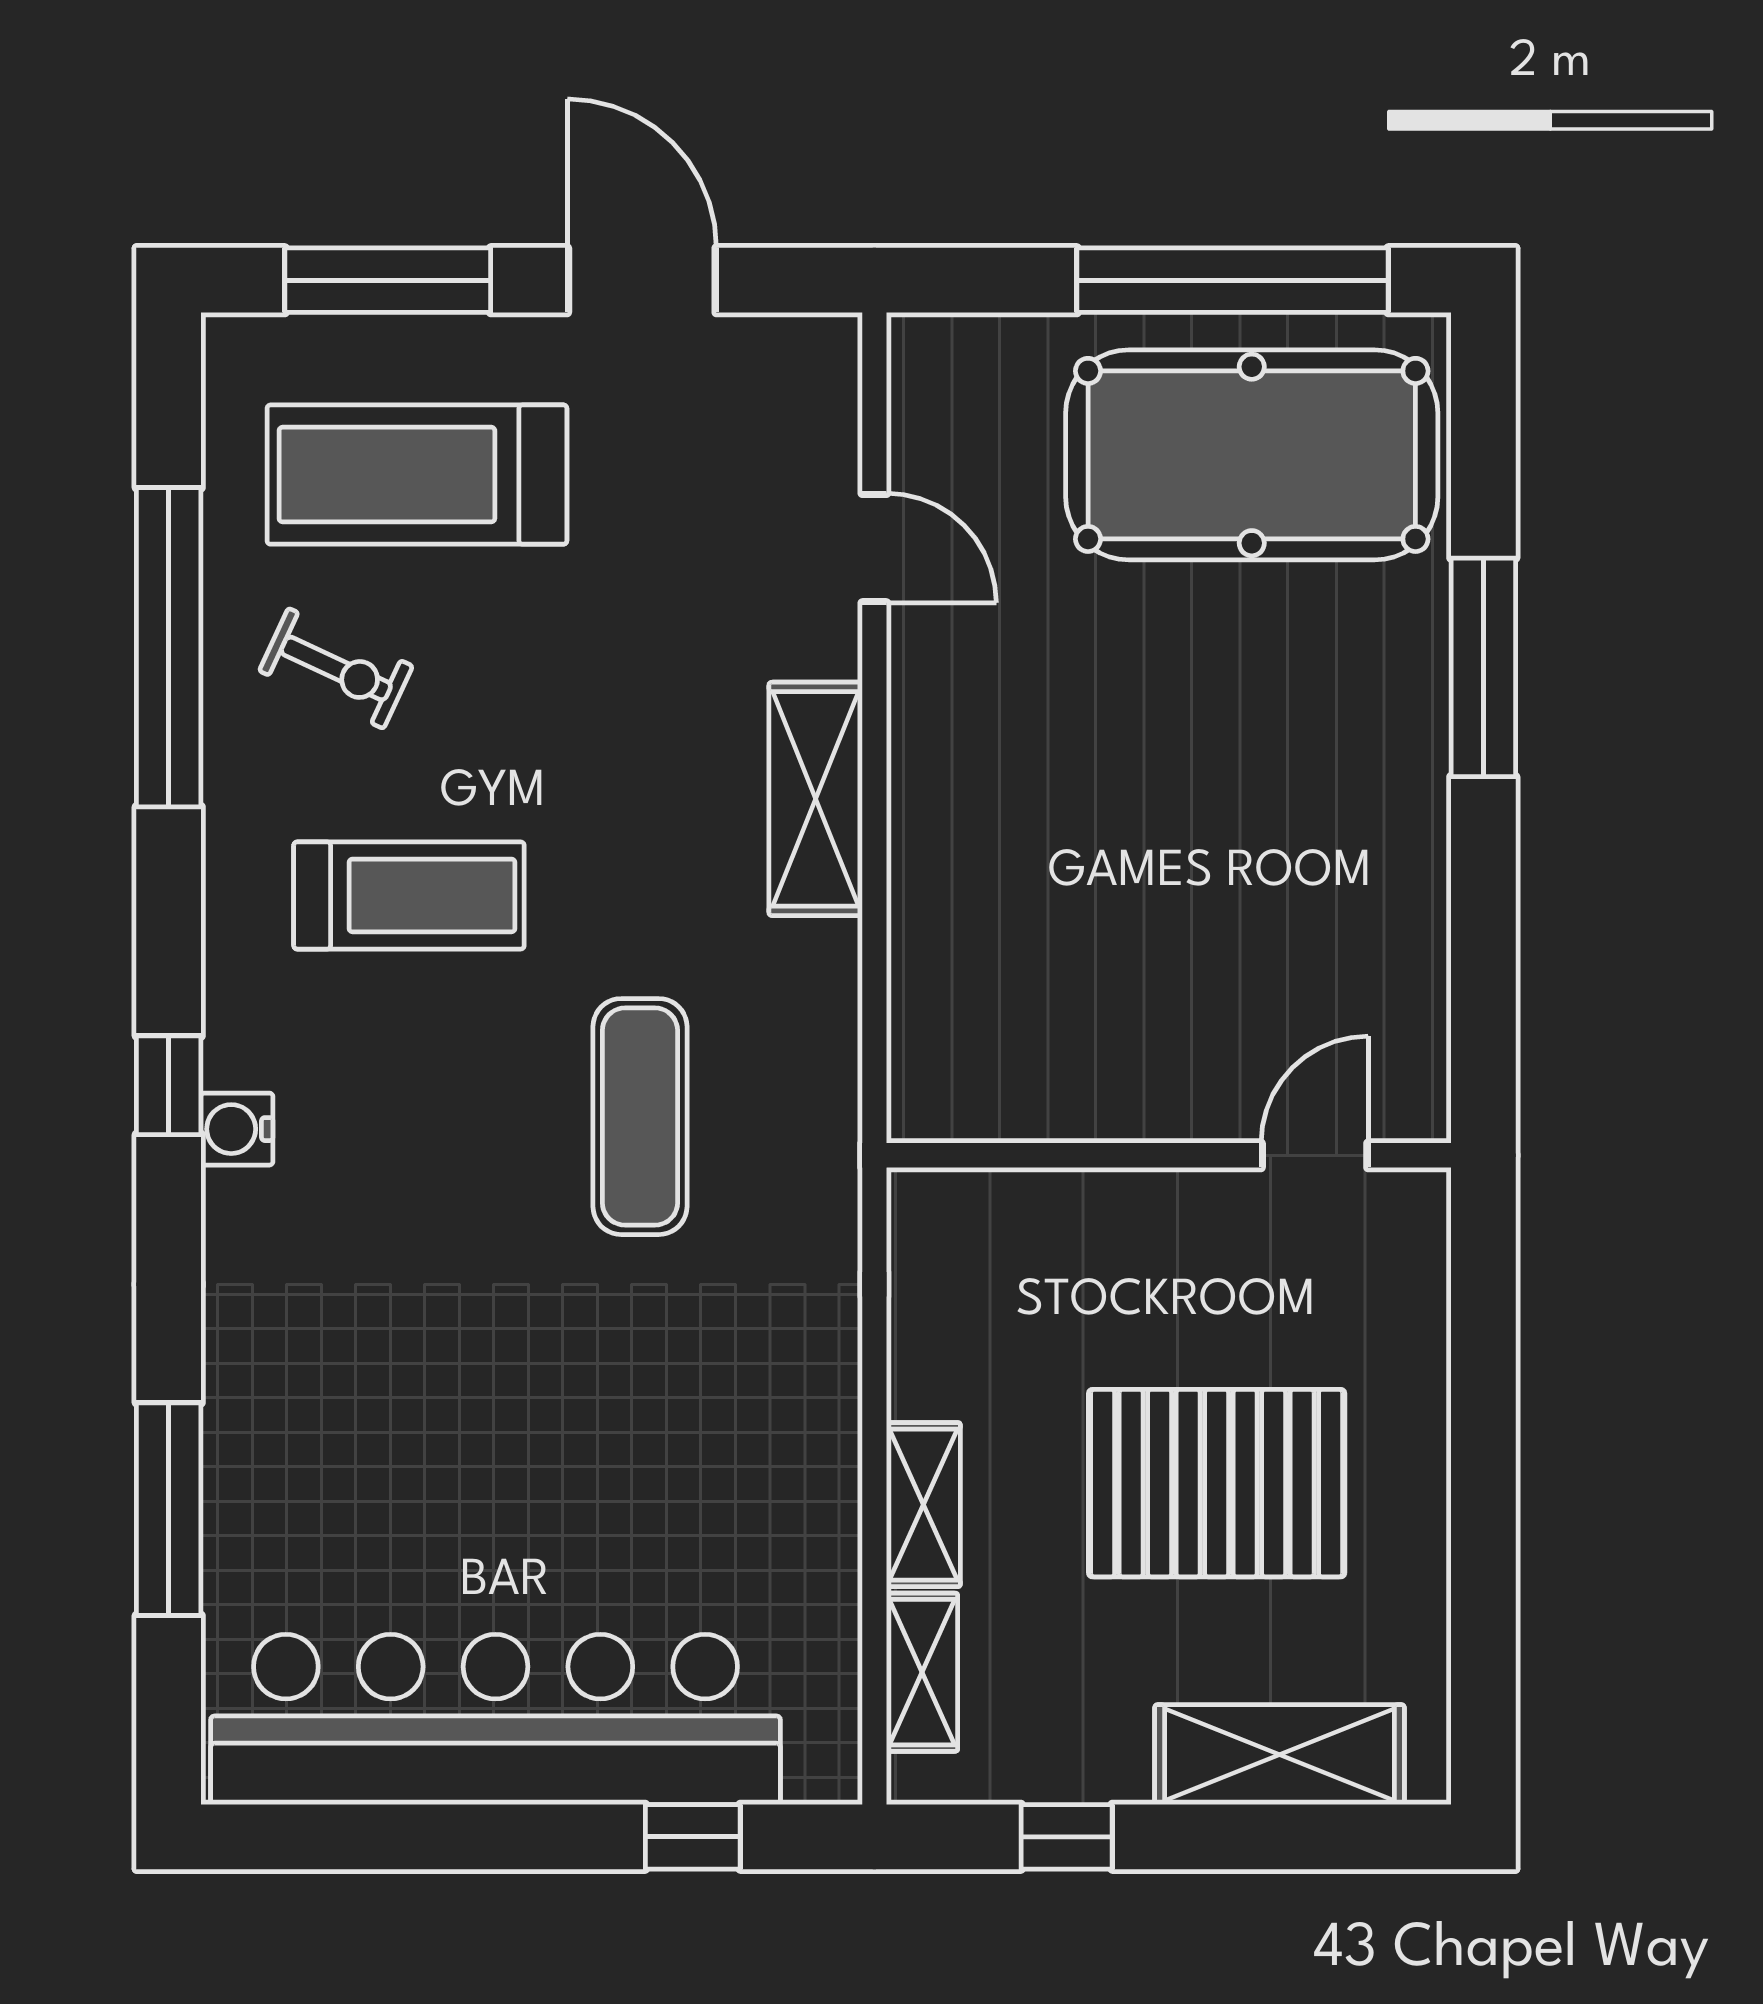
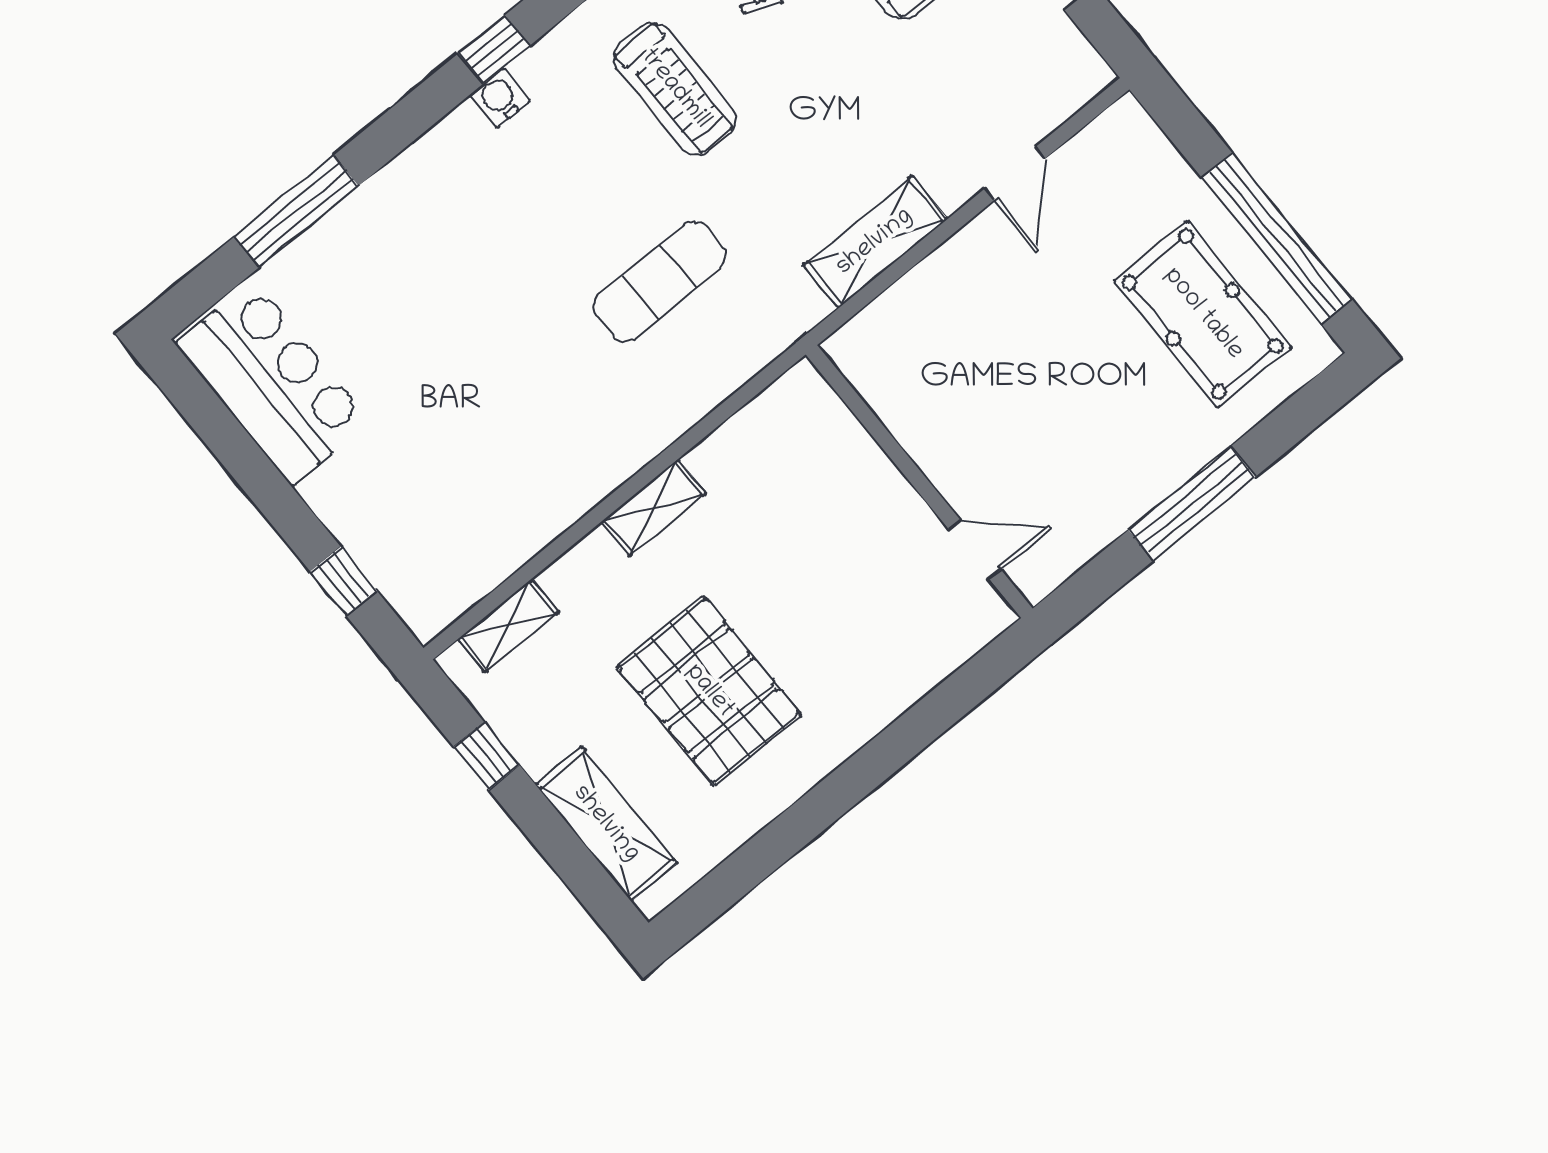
pool table: (1252, 455) -> (1203, 314), width x0.73, depth x0.76
wall: (1169, 1155) -> (919, 481), moved
door: (1315, 1155) -> (975, 550), moved
shelving: (923, 1505) -> (653, 508), moved
bar counter: (495, 1719) -> (273, 383), width x0.54

